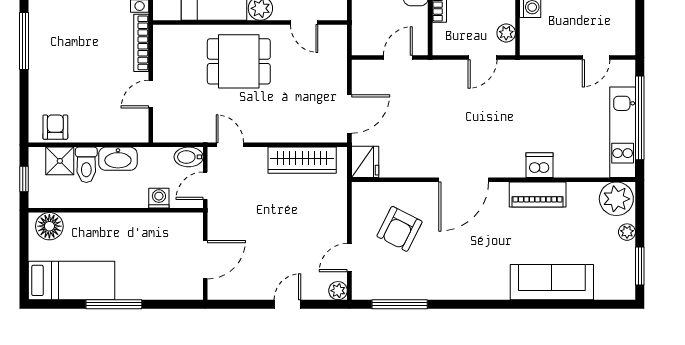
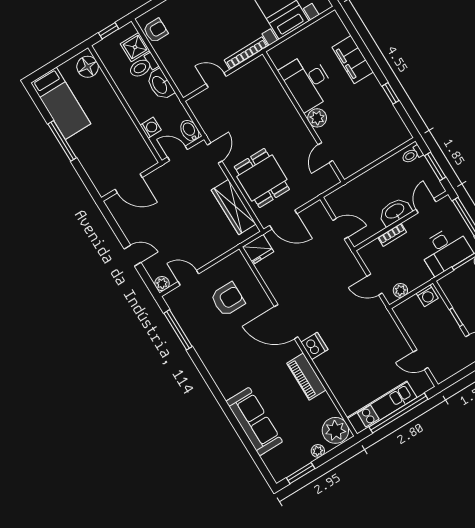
dining table: (239, 61) -> (262, 178), moved
dishwasher: (539, 165) -> (314, 346), moved
armchair: (400, 229) -> (228, 299), turned 153

